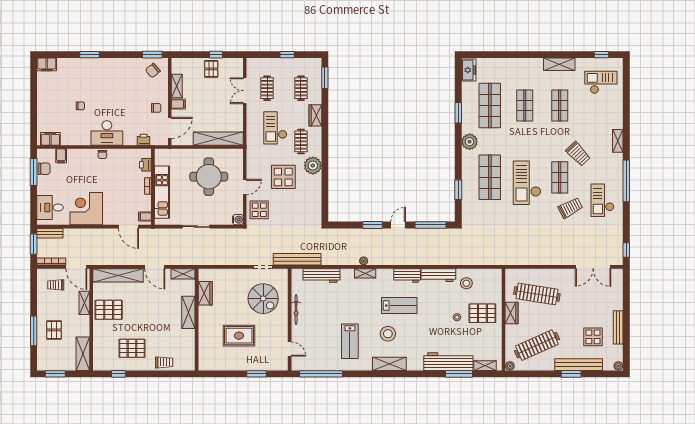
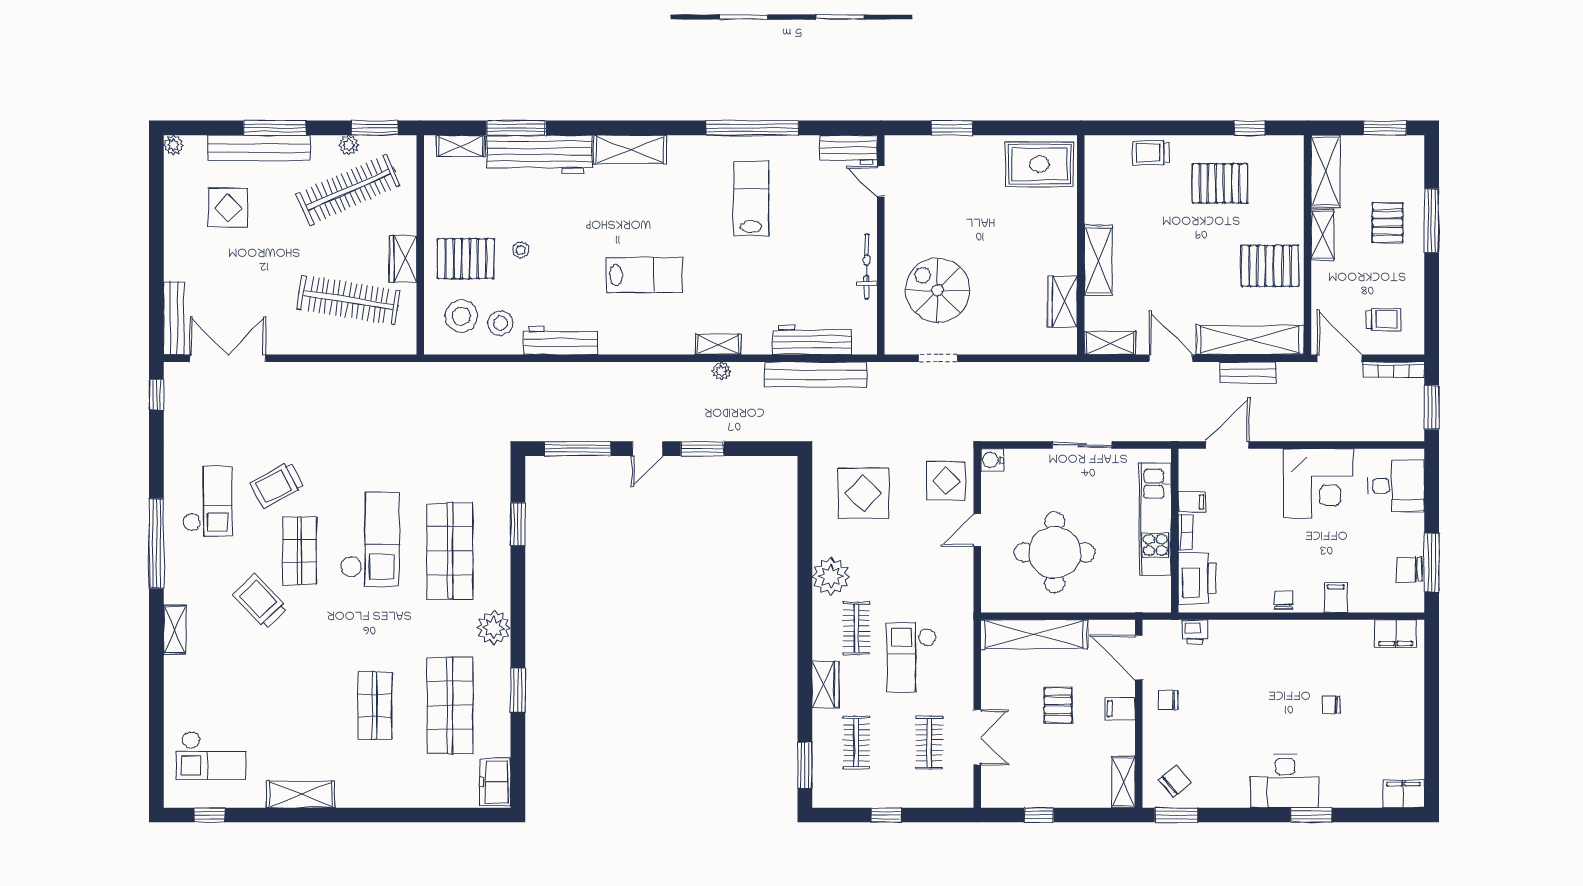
pallet: (211, 69) -> (1058, 705), moved
shelving: (177, 86) -> (1123, 782), moved
shop shelf: (560, 106) -> (300, 705), removed
door: (170, 128) -> (1139, 657), hinge flipped
checkout: (275, 128) -> (911, 657), turned 180
desk: (107, 133) -> (1285, 781), moved, turned 180
filing cabinet: (61, 156) -> (1336, 597), moved
printer: (145, 165) -> (1197, 578), width x1.87, depth x1.48
display table: (283, 177) -> (863, 493), moved
filing cabinet: (145, 217) -> (1192, 502), moved
door: (128, 227) -> (1227, 445), hinge flipped
bench: (50, 233) -> (1248, 372), moved
bench: (297, 259) -> (816, 375), moved
workbench: (407, 275) -> (849, 150), moved, turned 180
shelving: (84, 303) -> (1322, 235), moved
lab bench: (399, 306) -> (645, 275), turned 180
bench: (618, 327) -> (174, 318), moved
stool: (388, 334) -> (461, 316), moved
rug: (239, 336) -> (1039, 164), moved
shelving: (389, 364) -> (630, 150), moved
plant: (510, 366) -> (349, 145), moved
window: (321, 374) -> (752, 128), moved
window: (525, 374) -> (375, 128), added
window: (571, 374) -> (275, 128), width x1.44

